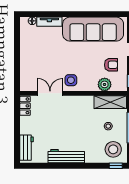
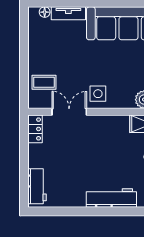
coffee table: (32, 72) -> (44, 82), added
workbench: (66, 156) -> (111, 198), moved

